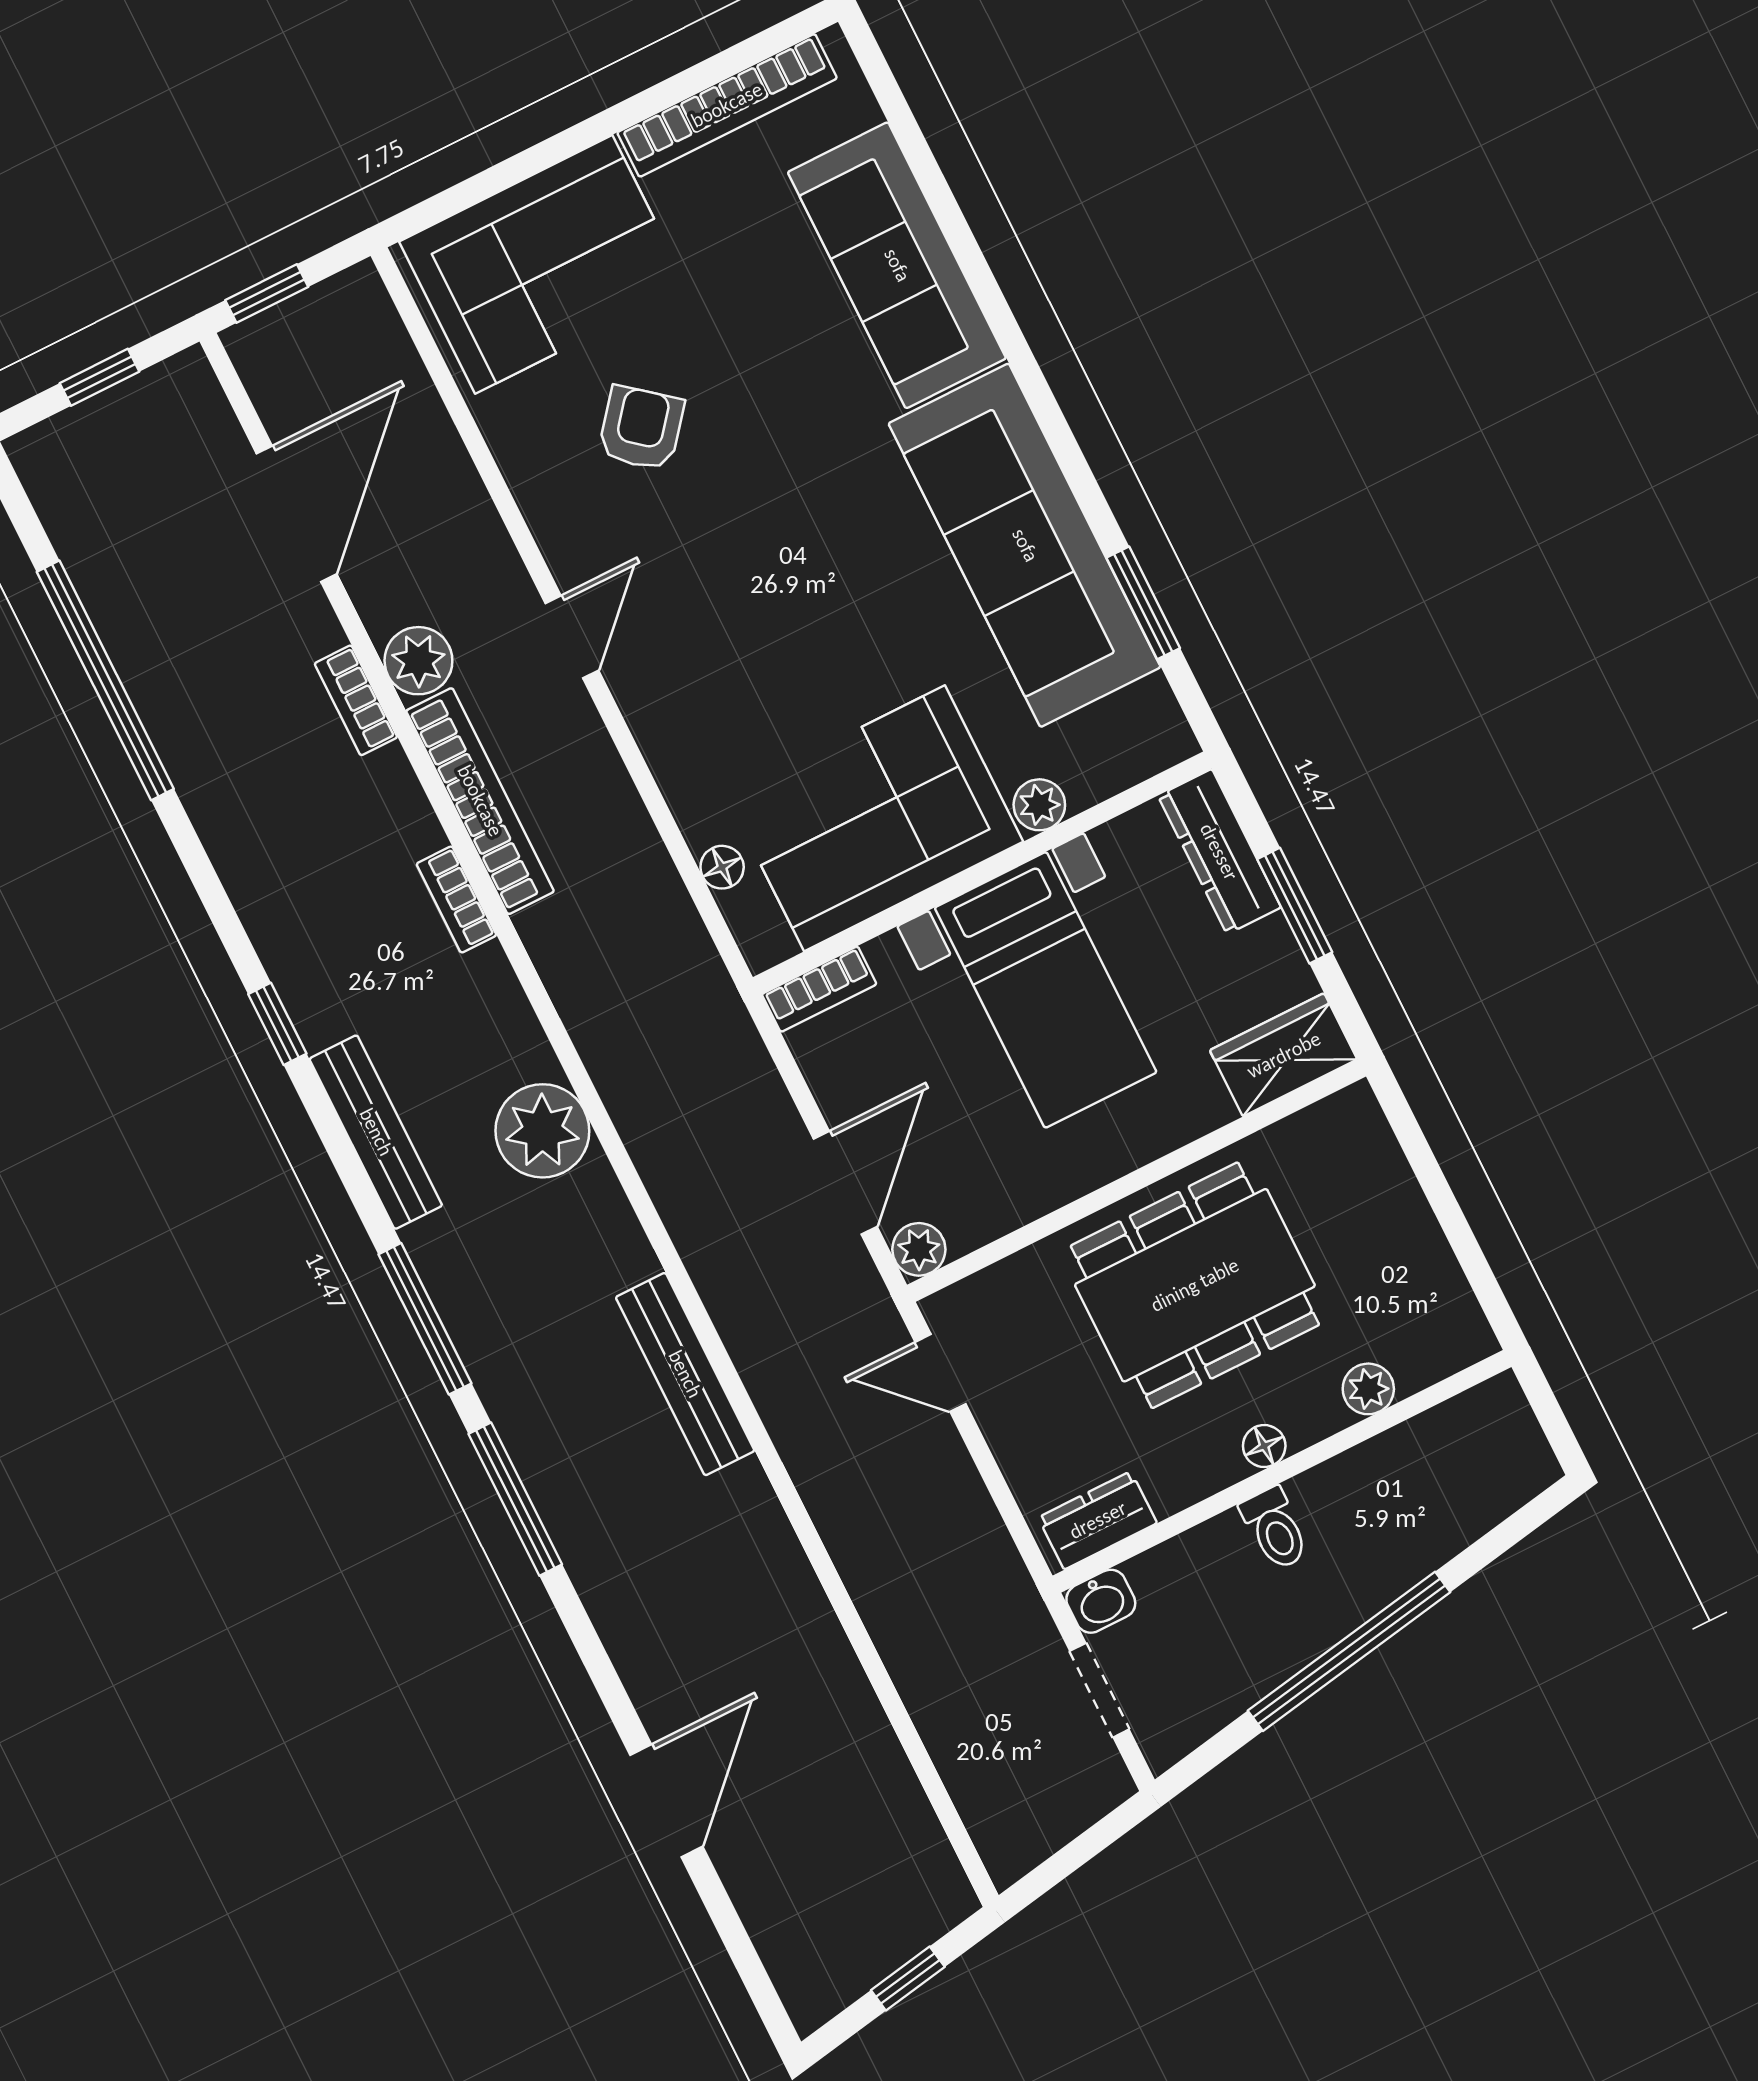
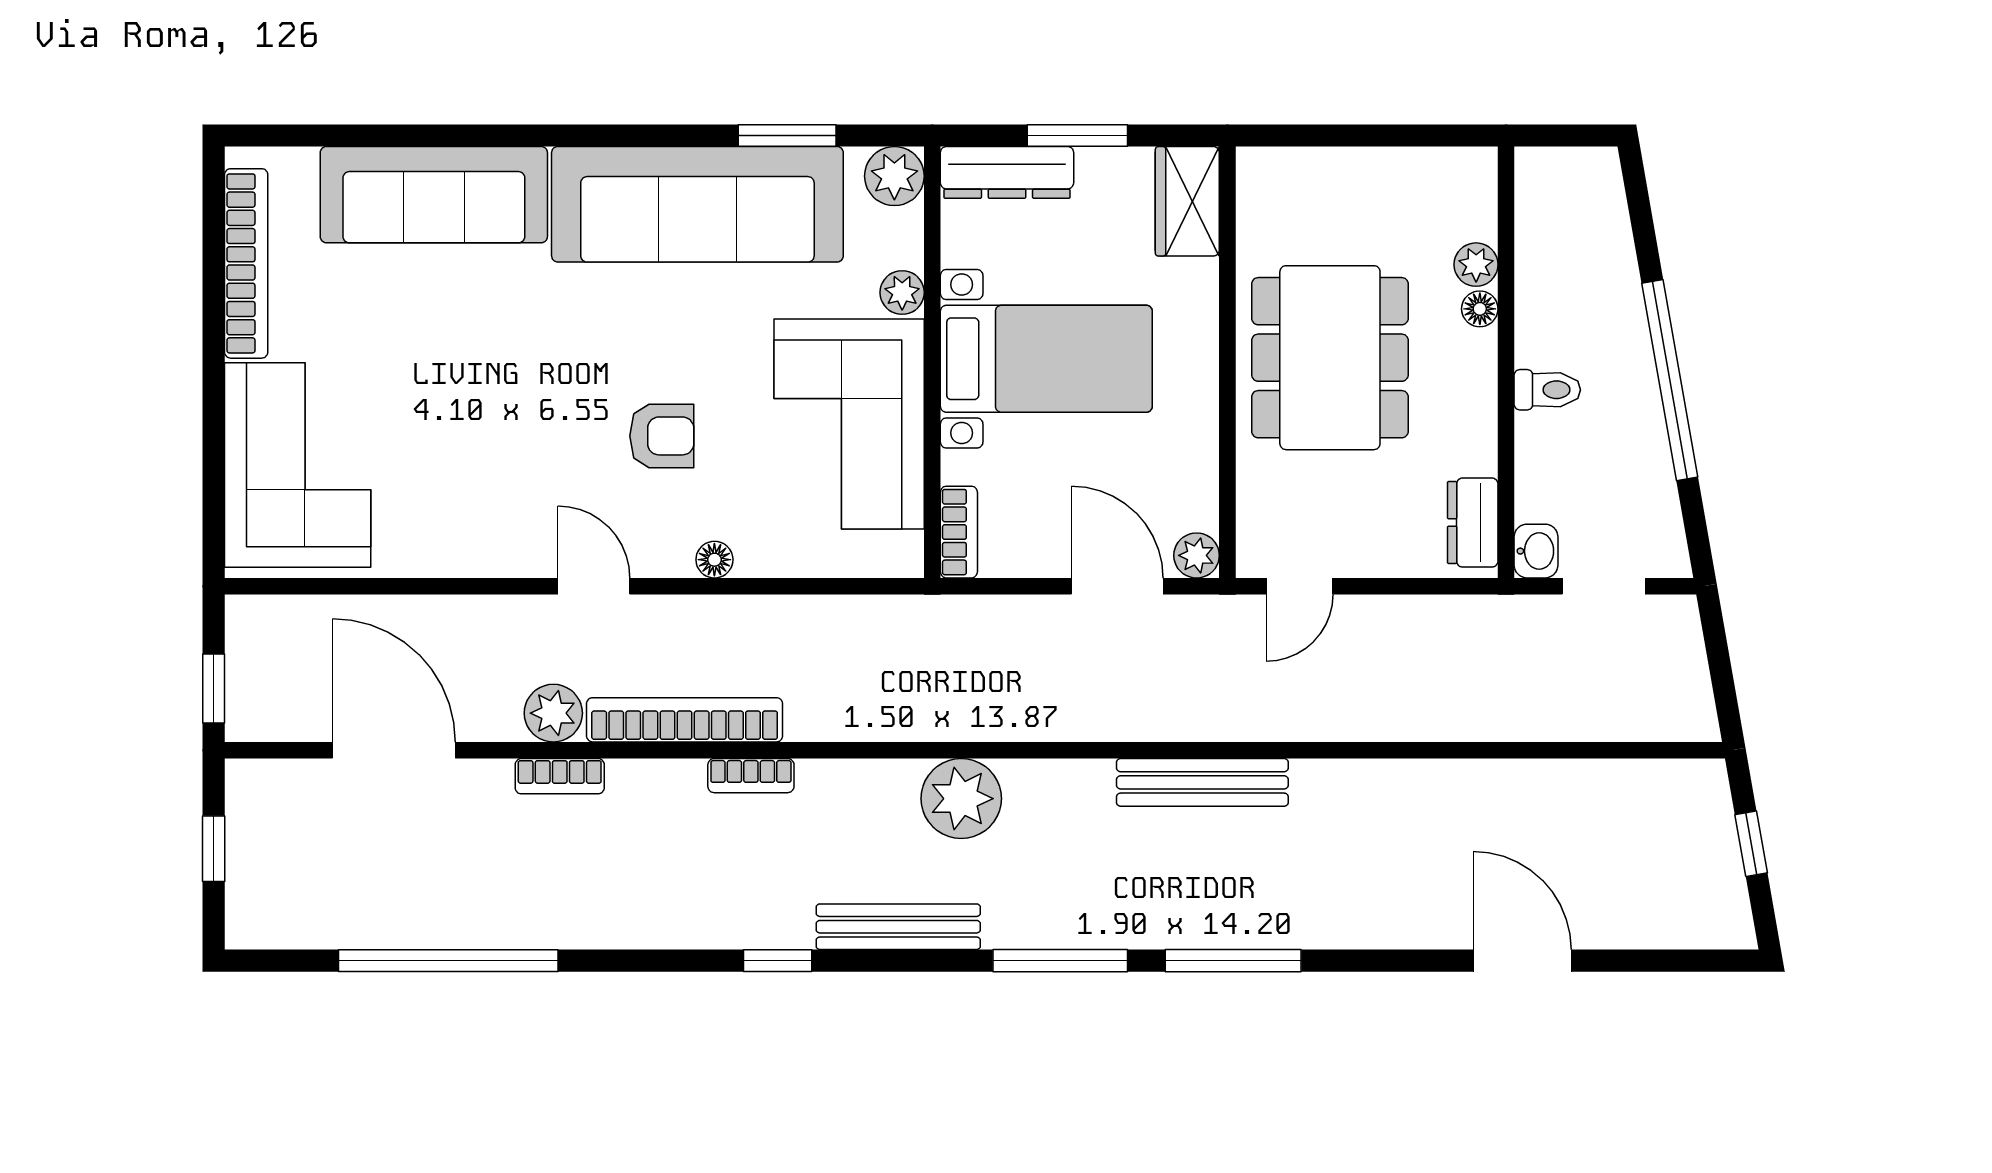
armchair: (641, 428) -> (662, 436), moved, turned 141
plant: (1157, 736) -> (894, 176), added
floor lamp: (722, 867) -> (714, 560), moved
floor lamp: (1264, 1446) -> (1480, 309), moved

